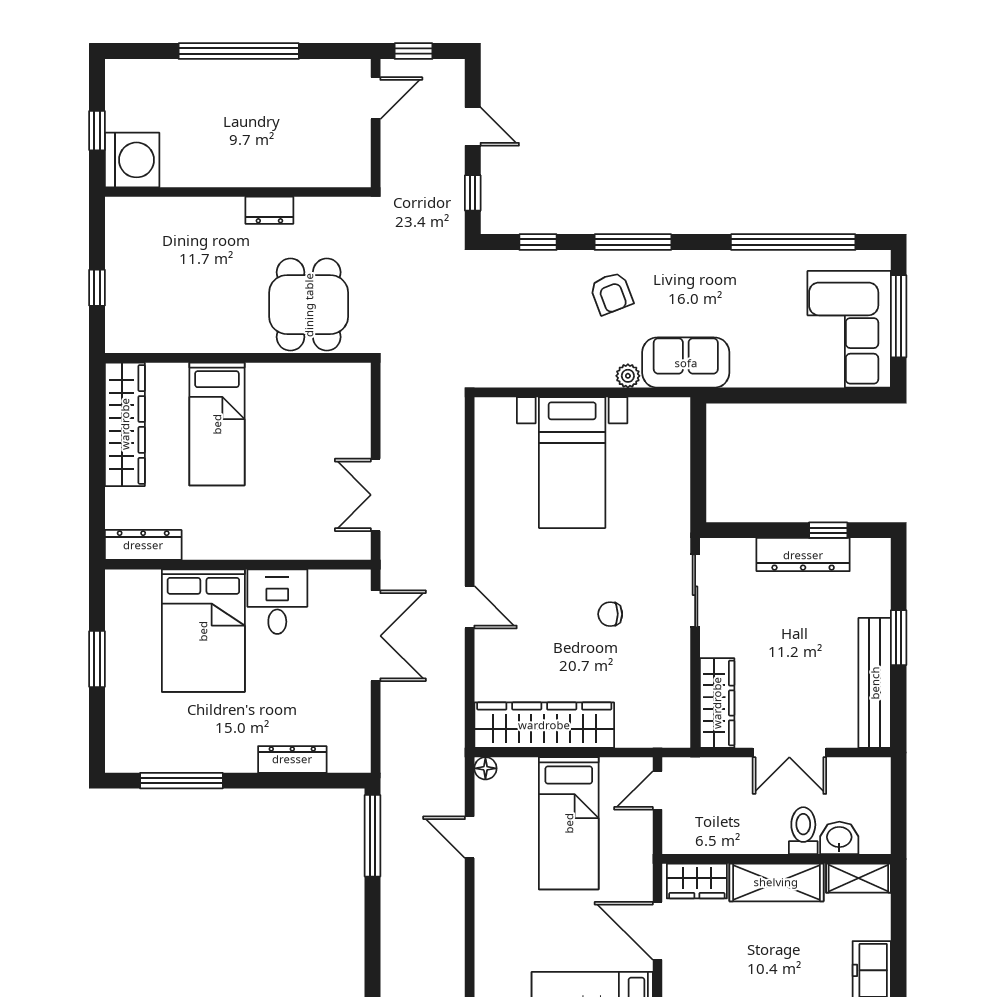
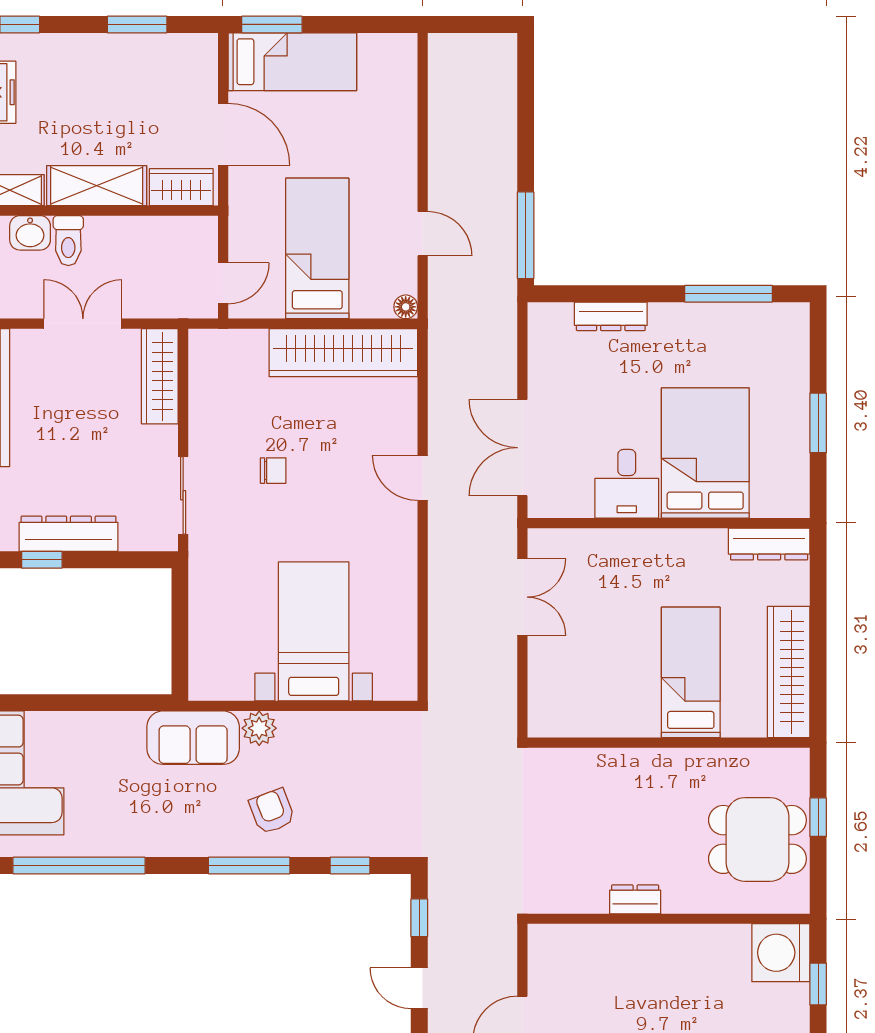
dining table: (309, 305) -> (757, 839), moved, turned 90
plant: (628, 376) -> (259, 728), width x1.38, depth x1.38

